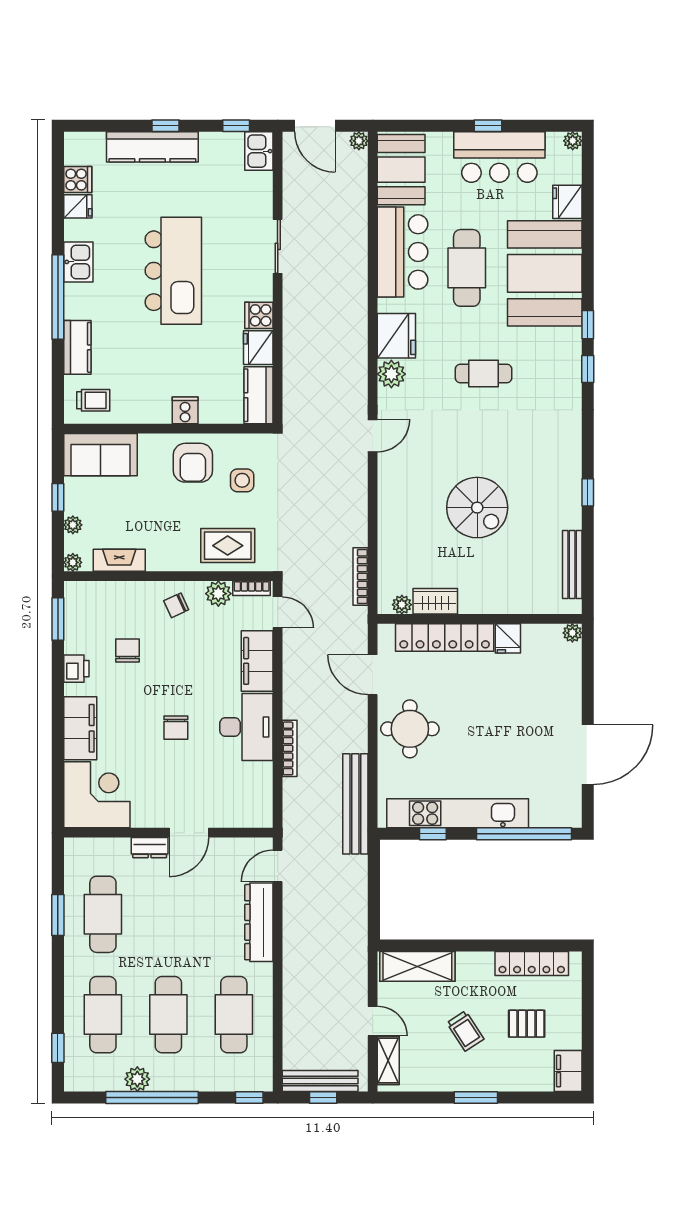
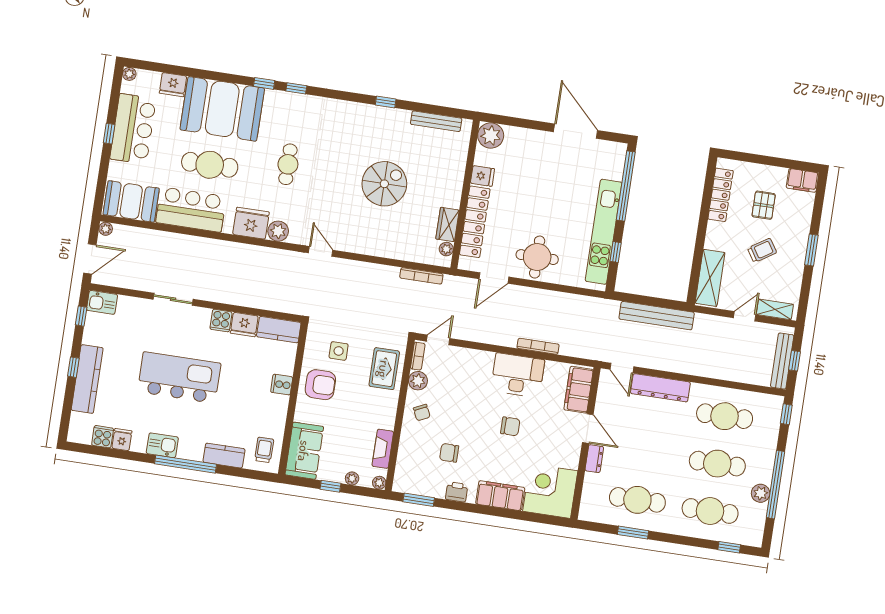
plant: (572, 633) -> (491, 136), width x1.88, depth x1.88
filing cabinet: (257, 661) -> (579, 390), moved, turned 90
bench: (355, 804) -> (657, 316), moved

